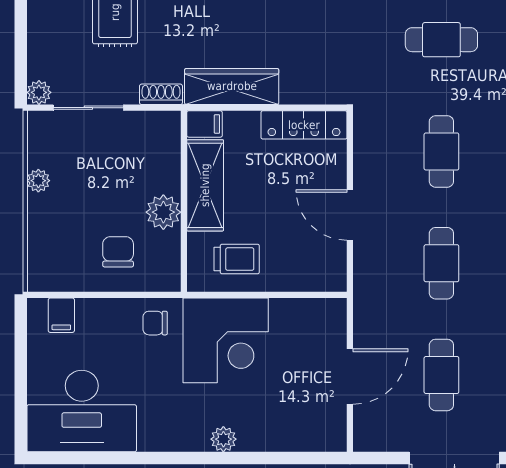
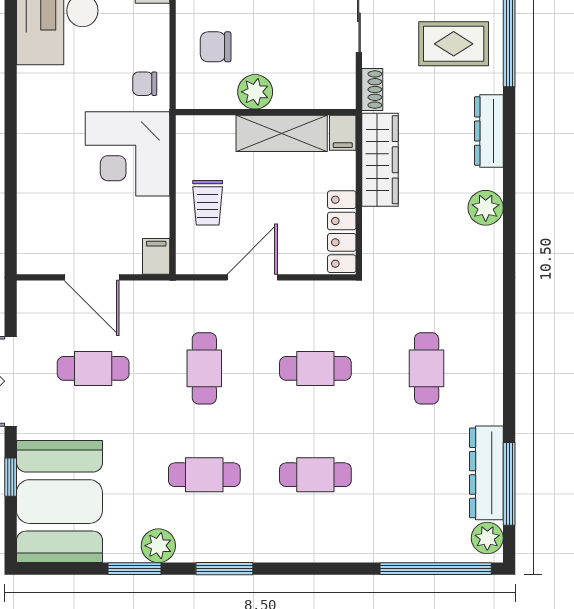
chair: (118, 252) -> (216, 47), turned 180
trolley: (237, 259) -> (208, 203), moved
cafe table: (441, 263) -> (204, 368), turned 90
filing cabinet: (329, 312) -> (156, 256), added
chair: (155, 323) -> (145, 84), turned -90
plant: (223, 439) -> (29, 152), removed

